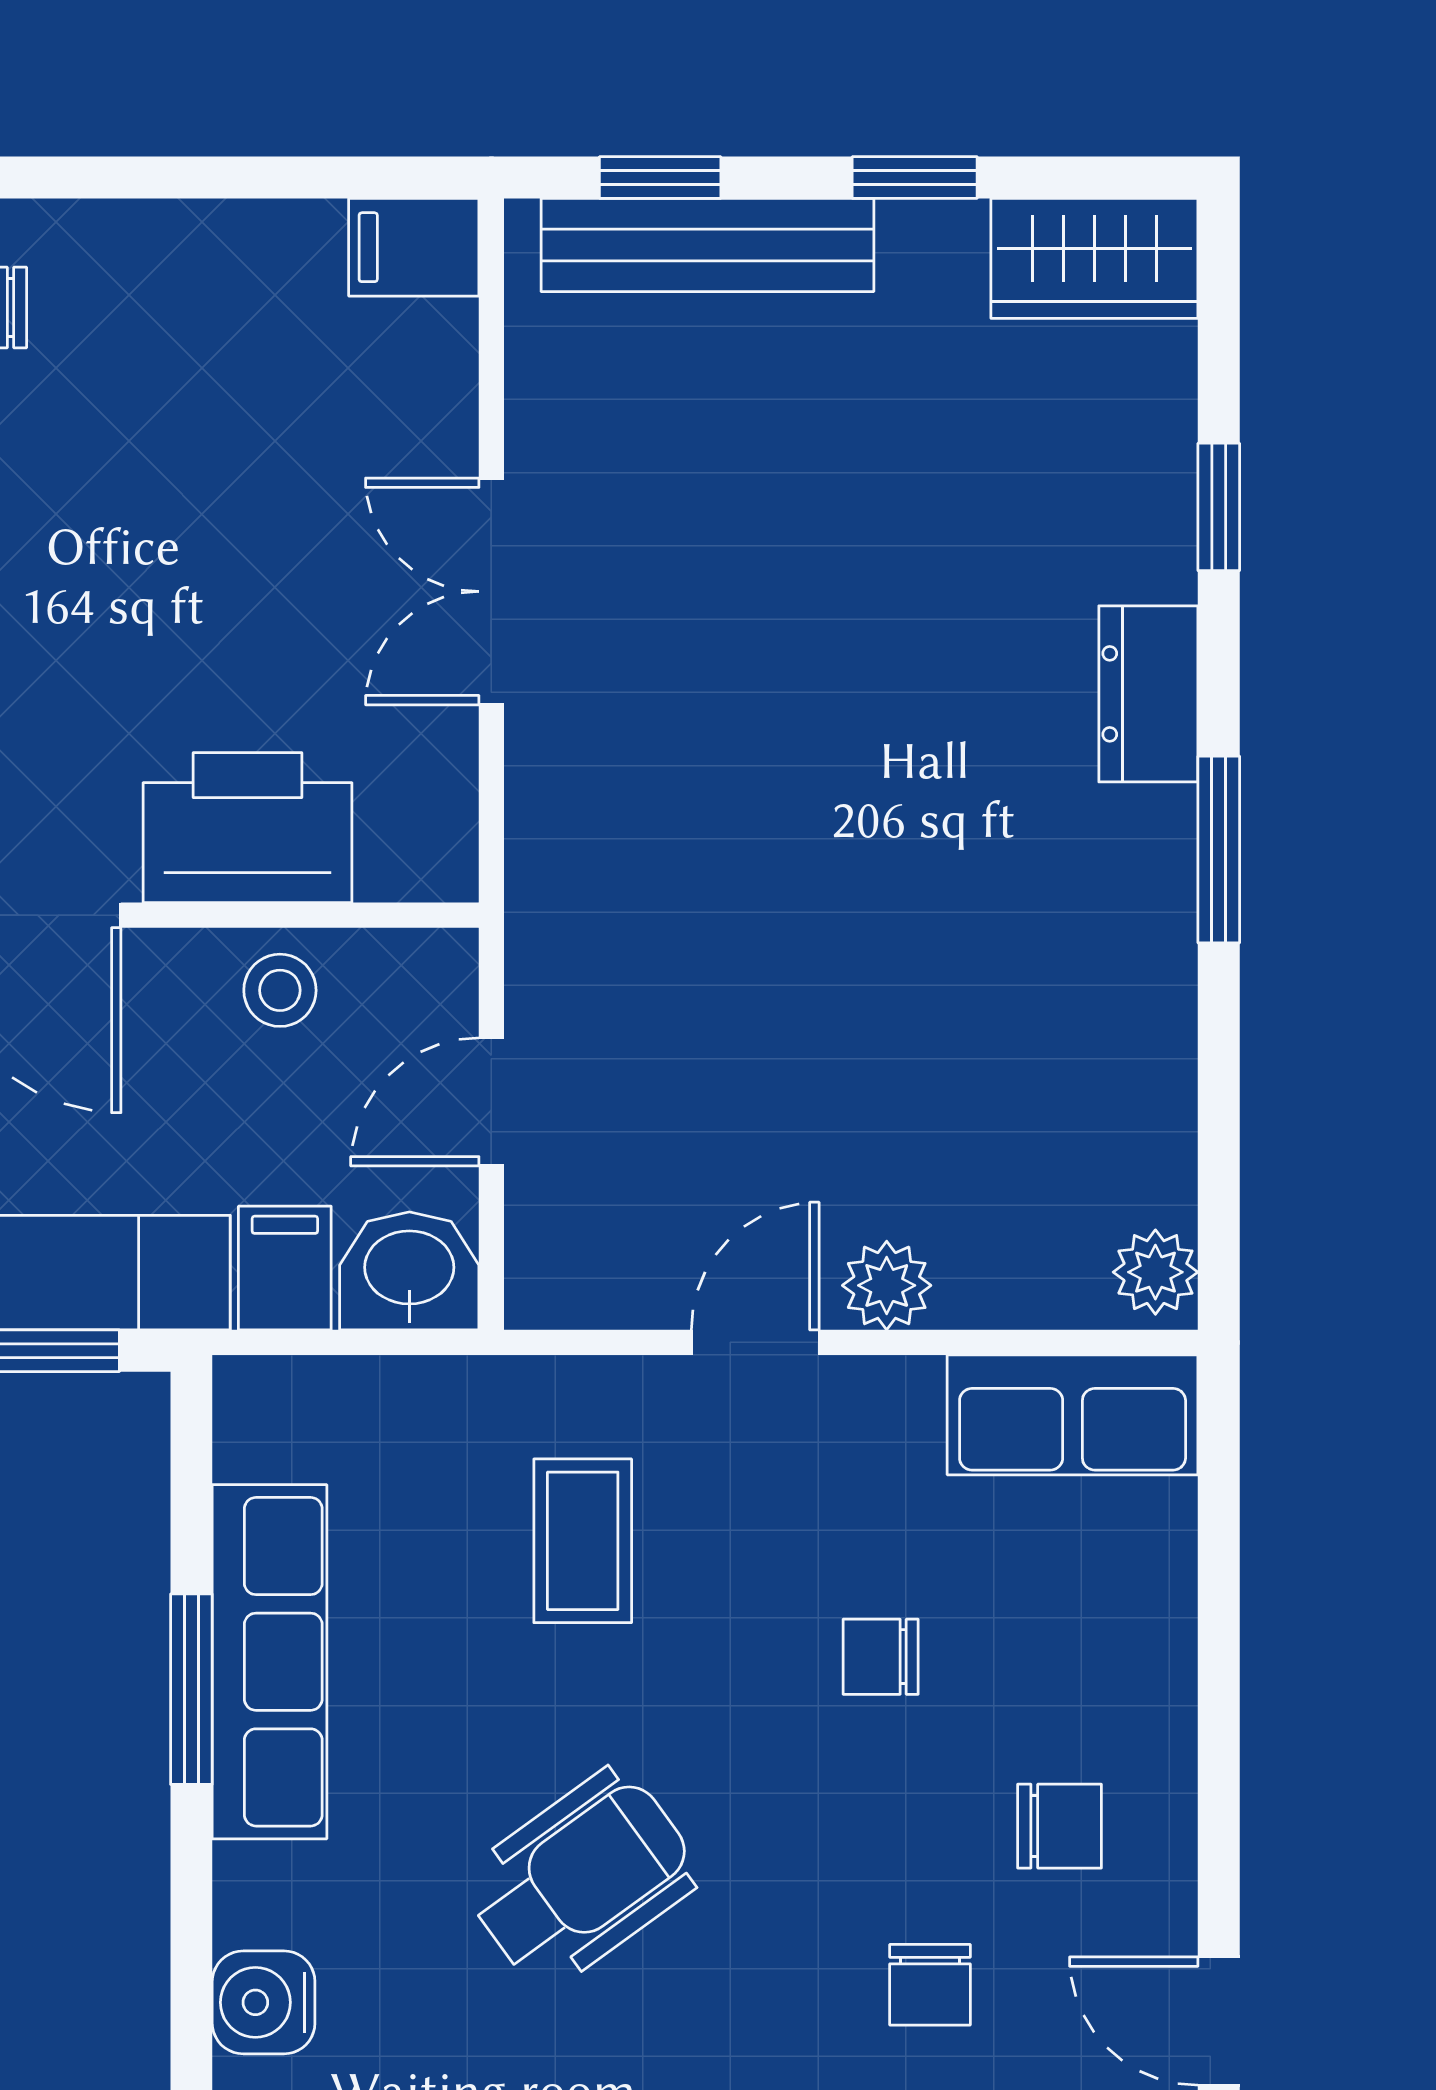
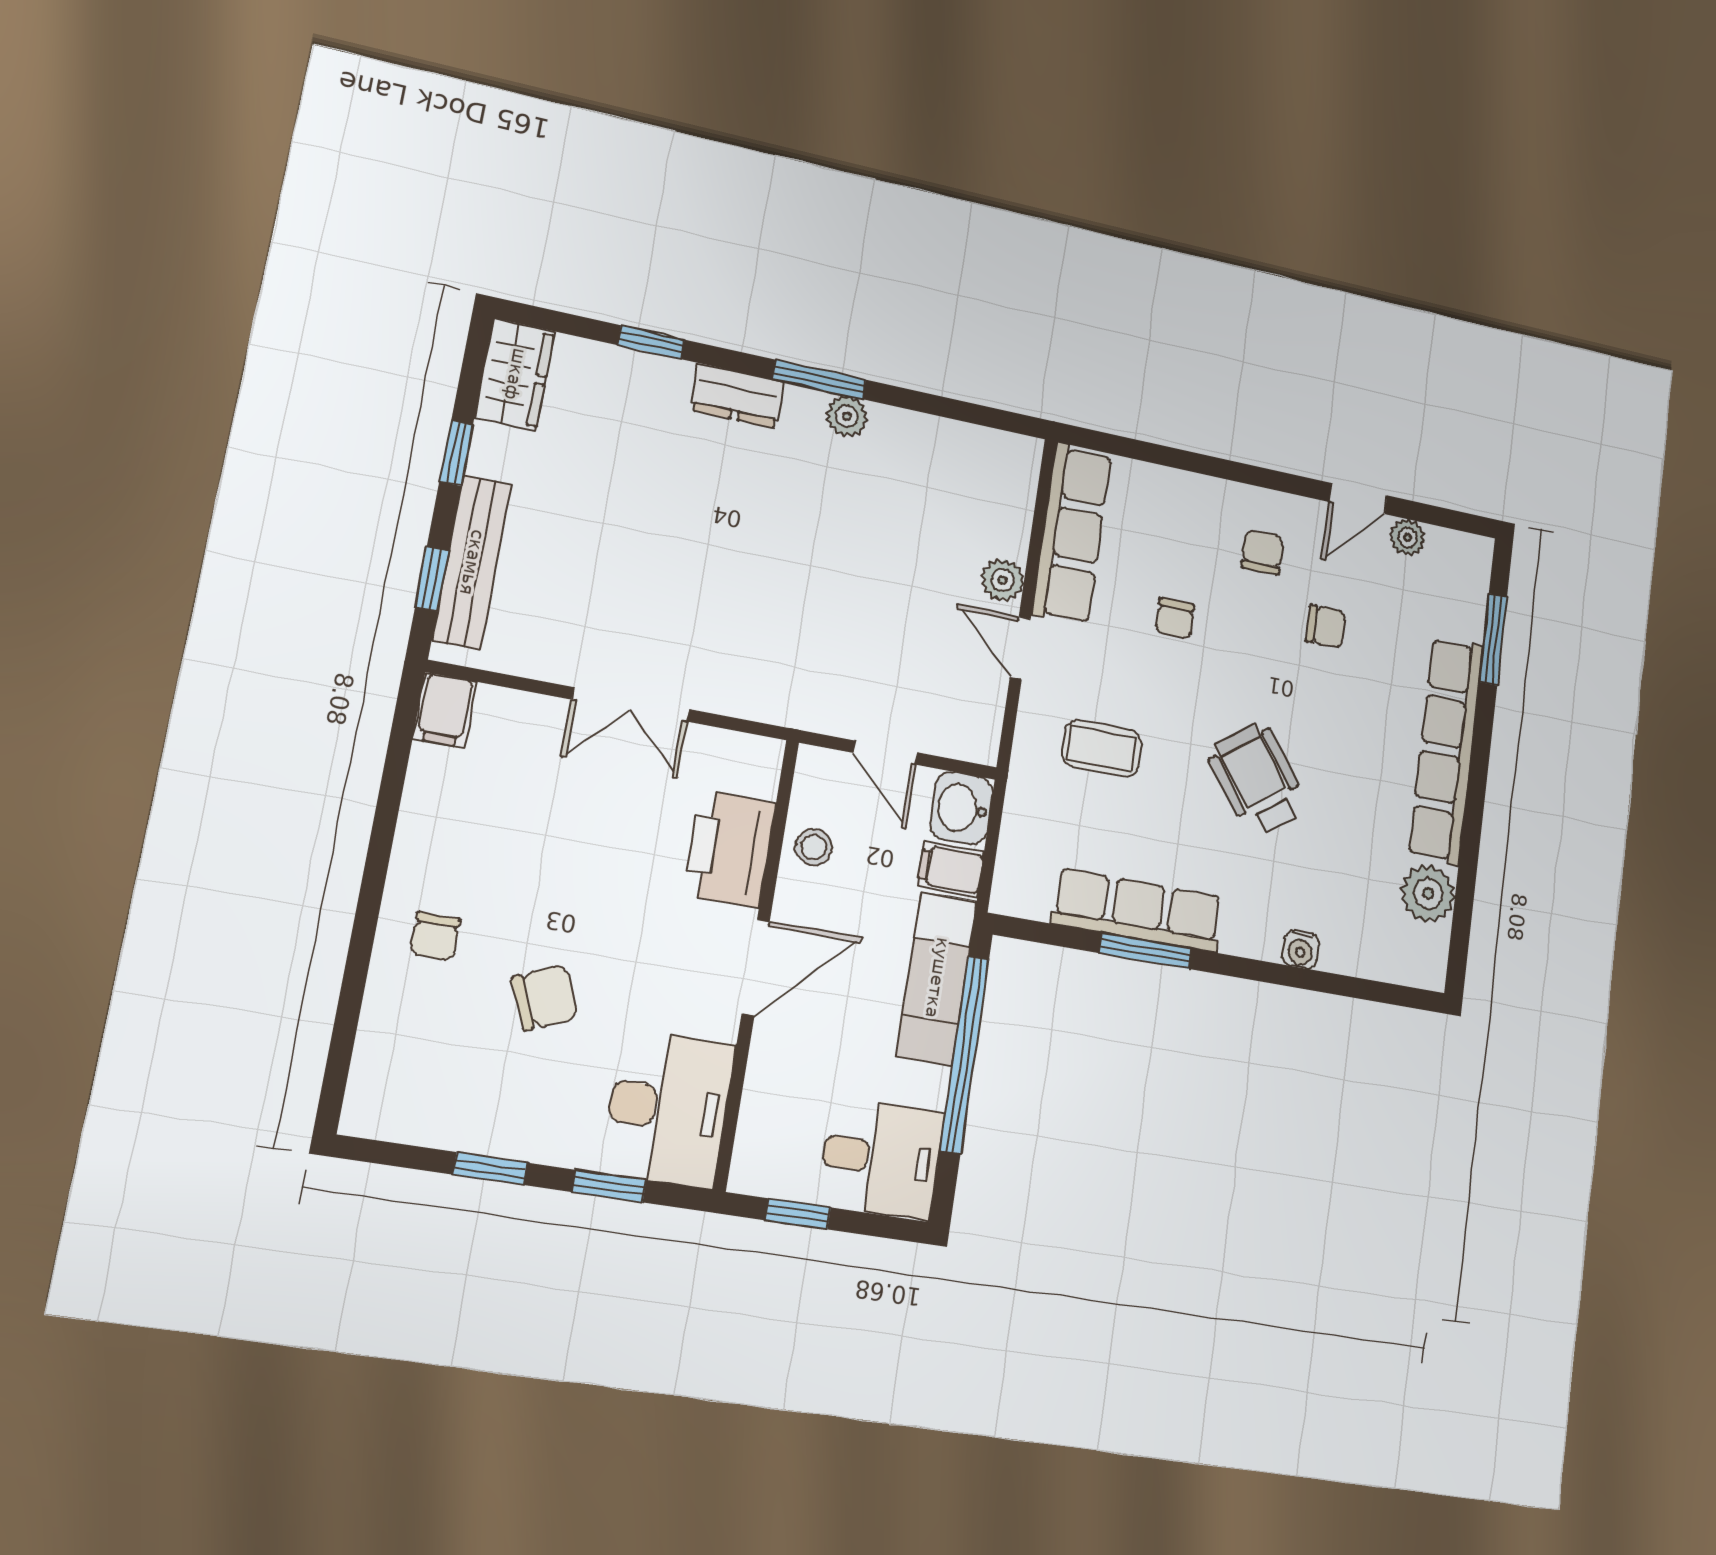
plant: (1155, 1272) -> (847, 416), moved
row of seats: (1073, 1415) -> (1072, 534), width x1.48
water cooler: (264, 2002) -> (1301, 949), width x0.72, depth x0.72

